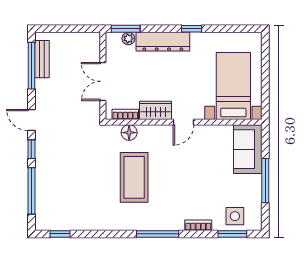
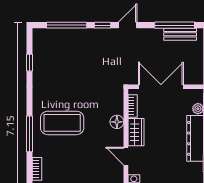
double door: (103, 81) -> (161, 87), width x1.37
floor lamp: (129, 133) -> (117, 122), moved
coffee table: (134, 177) -> (62, 123), moved
window: (60, 234) -> (30, 63), moved

